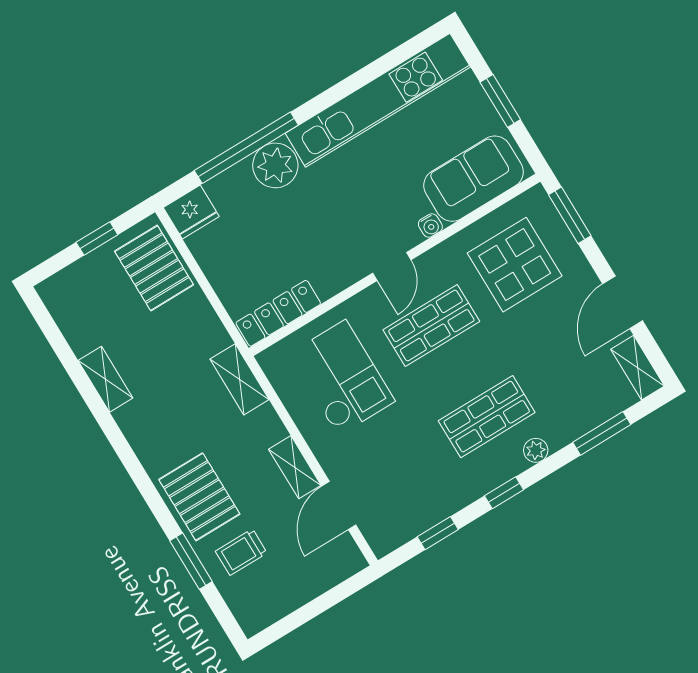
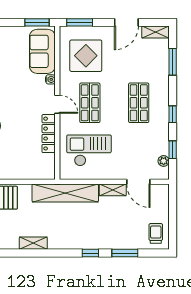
window: (500, 101) -> (37, 22), moved
door: (623, 302) -> (126, 22), hinge flipped
locker: (278, 313) -> (49, 134), moved
shelving: (239, 379) -> (65, 193), width x2.20, depth x1.33
plant: (536, 450) -> (164, 161), moved
window: (152, 497) -> (90, 253), added
pallet: (199, 497) -> (102, 234), removed
trolley: (241, 552) -> (156, 233), moved, turned 180

